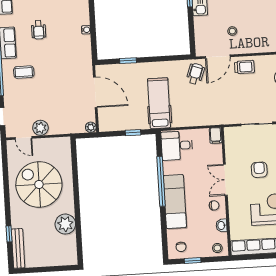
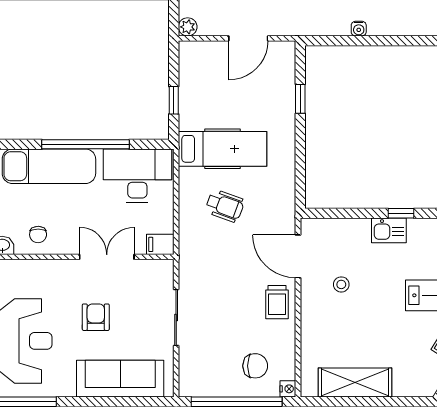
wheelchair: (195, 74) -> (225, 206), moved
door: (95, 92) -> (248, 38), width x0.73
desk: (177, 146) -> (137, 176), width x1.37
armchair: (259, 170) -> (96, 317), turned -90
double door: (225, 180) -> (107, 257), moved

